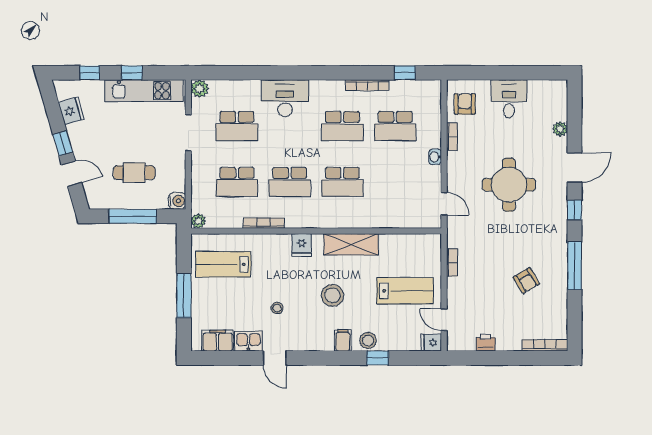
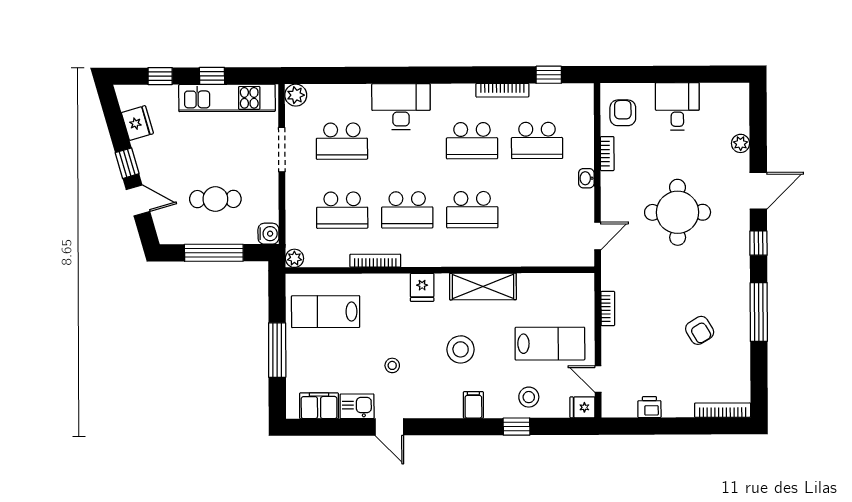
door: (444, 204) -> (598, 236), hinge flipped
stool: (368, 340) -> (529, 397), moved

